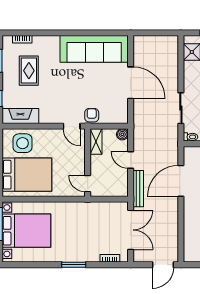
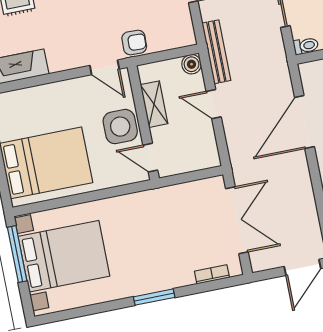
armchair: (92, 115) -> (134, 43), turned 92
shelving: (96, 142) -> (154, 104), moved
side table: (23, 143) -> (120, 127), moved
bench: (138, 189) -> (216, 52), moved

